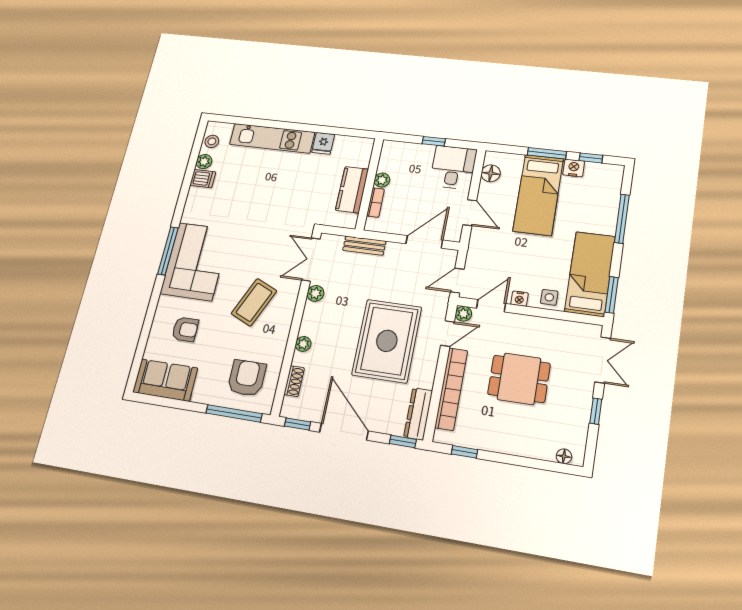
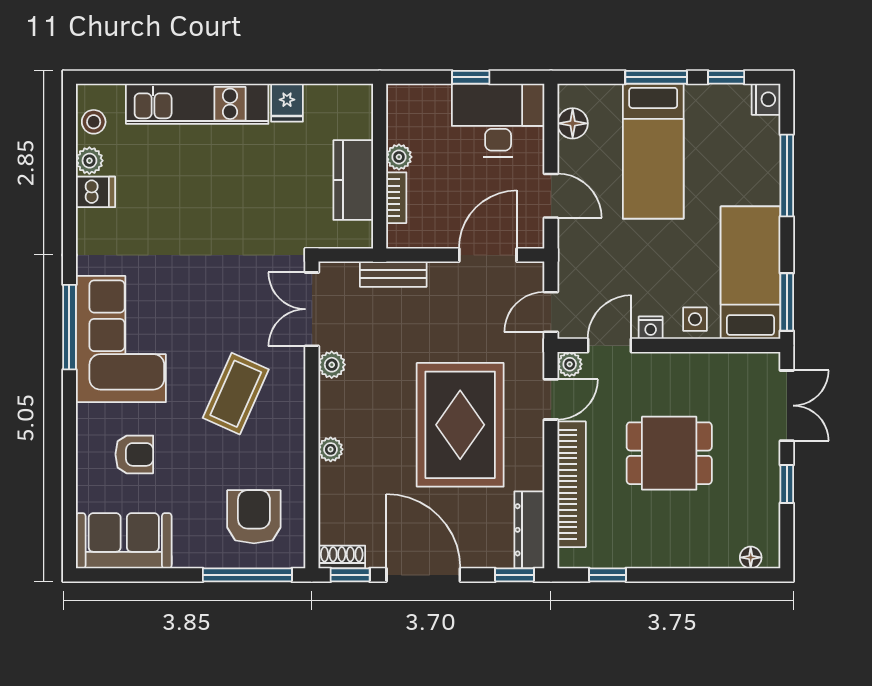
desk: (453, 167) -> (498, 120), width x1.37
nightstand: (574, 168) -> (766, 99), moved, turned 90
shoe rack: (294, 381) -> (342, 557), moved, turned -90

